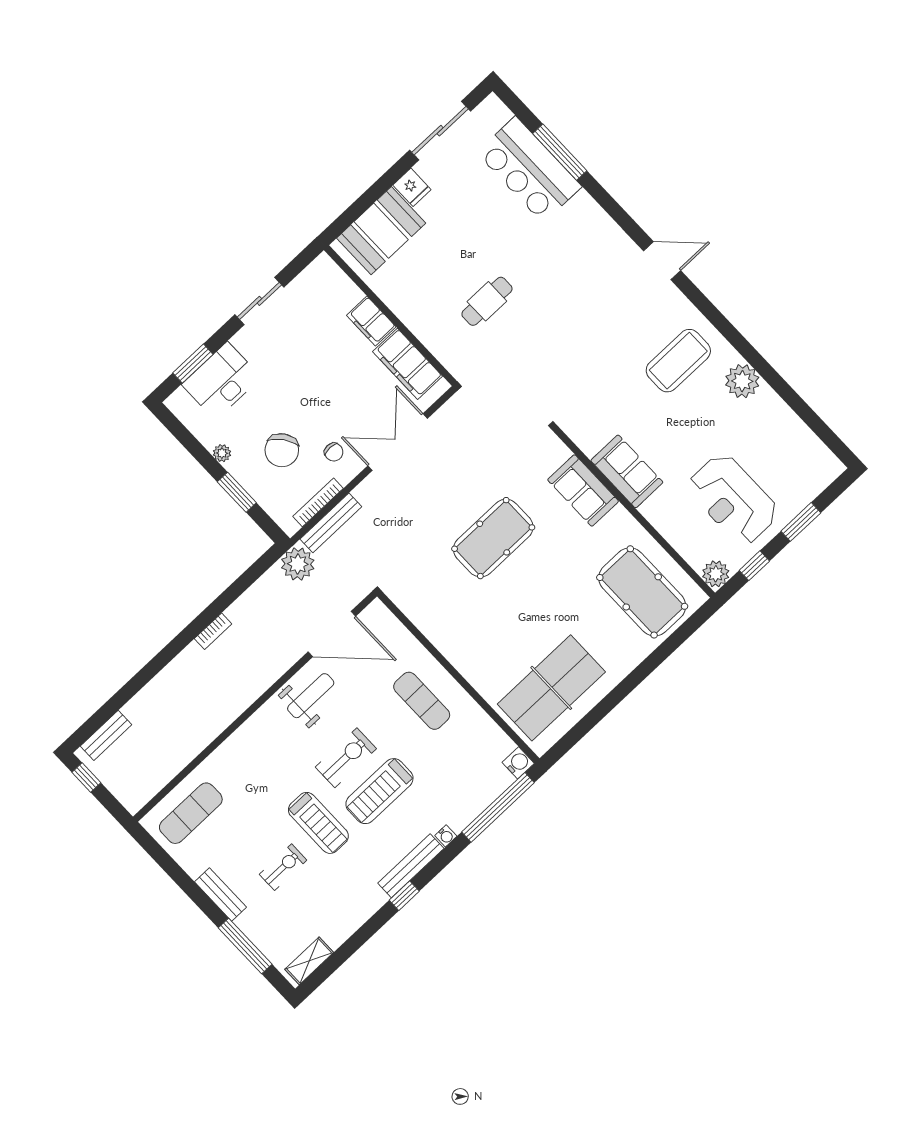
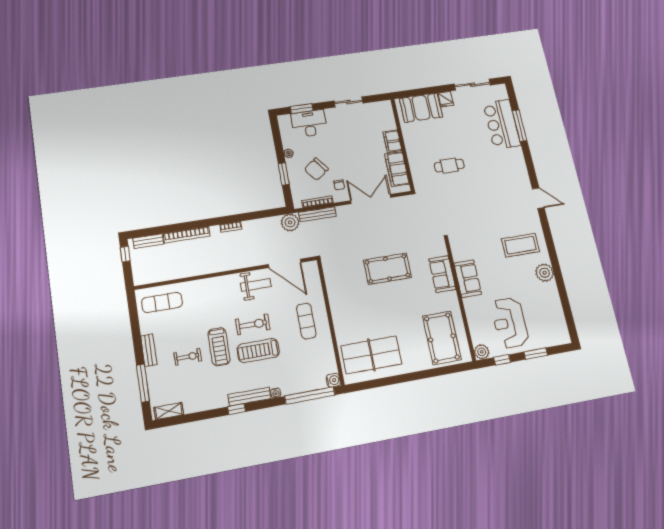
bookcase: (156, 688) -> (187, 235), added

